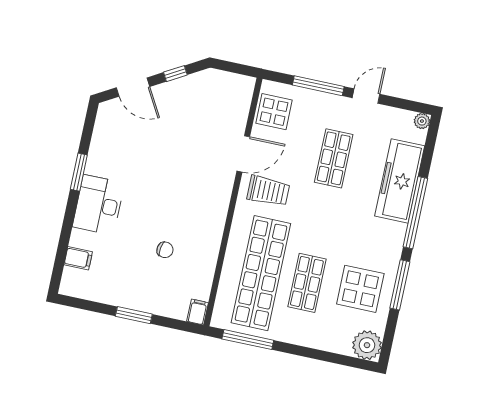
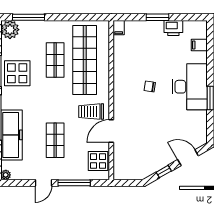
desk: (99, 205) -> (190, 87), width x1.36, depth x1.30
chair: (165, 250) -> (150, 86), moved
display table: (360, 289) -> (17, 73), moved
printer: (113, 293) -> (173, 28), added
window: (248, 340) -> (29, 17), moved

